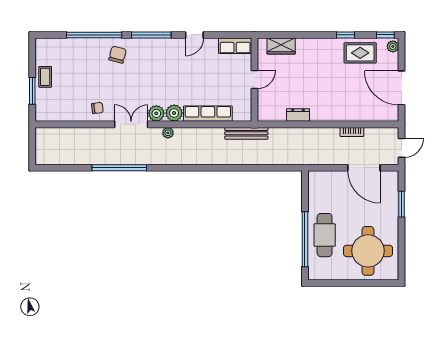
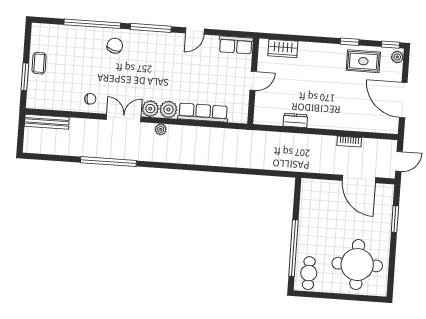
bench: (246, 133) -> (47, 122), moved
cafe table: (325, 235) -> (309, 273), moved, width x0.73, depth x0.74

